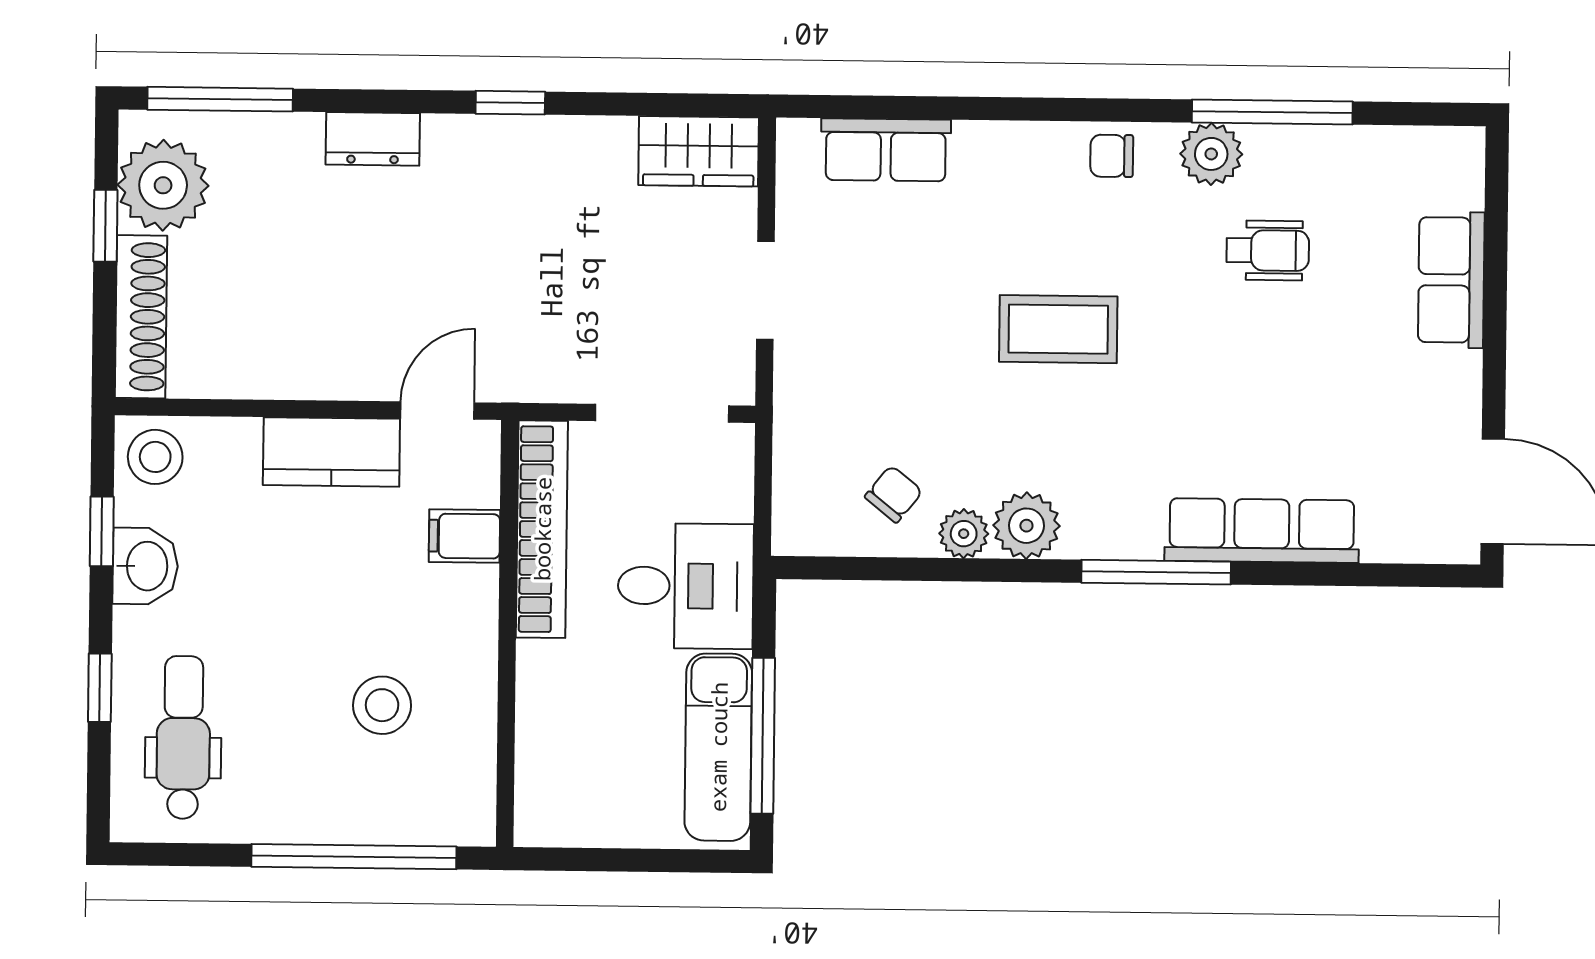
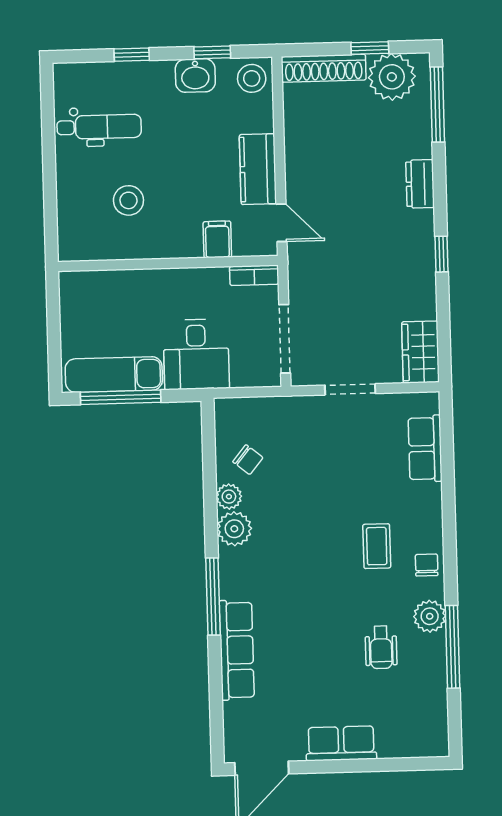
row of seats: (1451, 280) -> (341, 743), moved
coffee table: (1058, 329) -> (377, 546), moved, width x0.73, depth x0.77
bookcase: (542, 529) -> (254, 275), width x0.43, depth x0.76
dental chair: (183, 737) -> (99, 127), moved
window: (354, 857) -> (50, 189), removed

